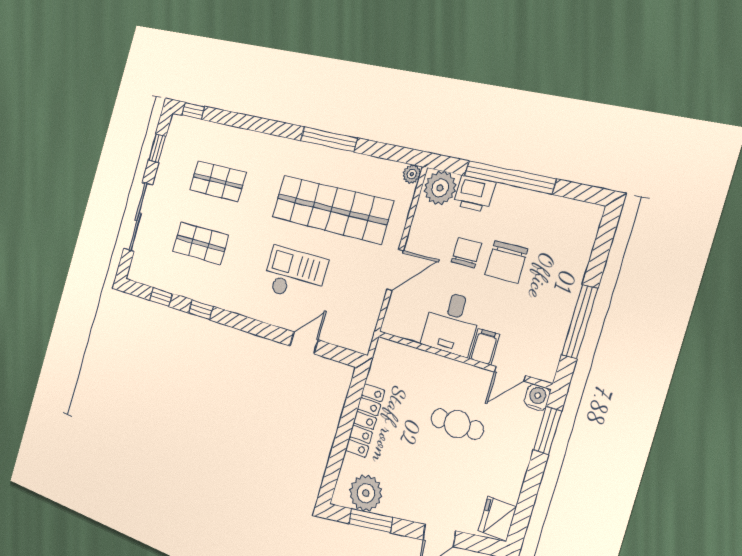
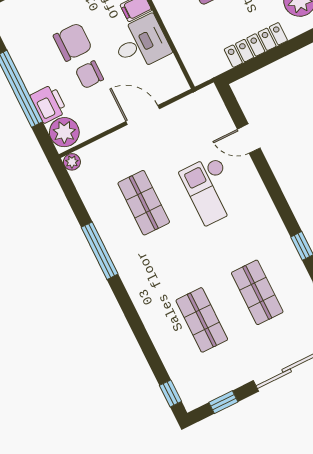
shop shelf: (332, 209) -> (144, 203), width x0.50, depth x0.74

